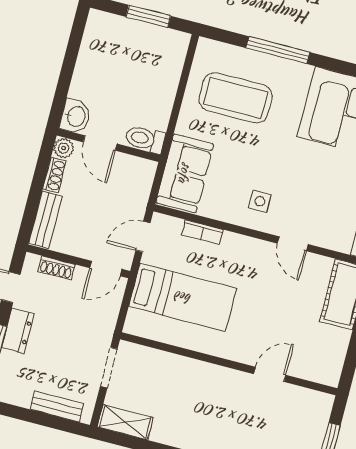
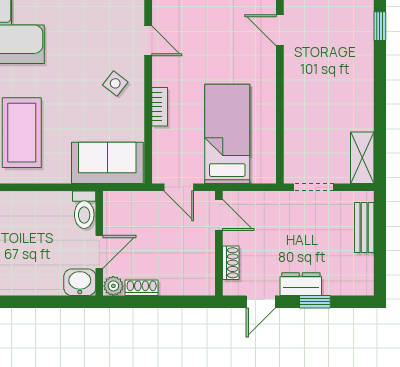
side table: (260, 201) -> (115, 83), turned 38
bench: (45, 220) -> (187, 285), removed
bookcase: (202, 232) -> (160, 107), moved
door: (293, 244) -> (148, 41), hinge flipped

